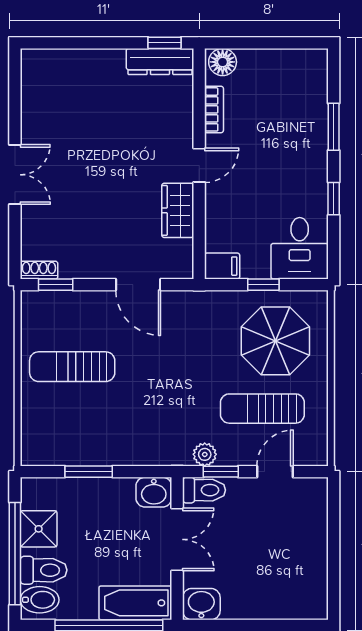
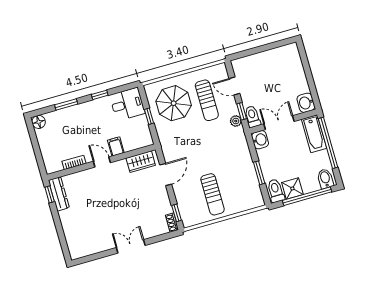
floor lamp: (223, 62) -> (39, 122), moved
wardrobe: (178, 210) -> (141, 162), moved
filing cabinet: (222, 266) -> (116, 146), moved
toilet: (44, 570) -> (276, 191), moved

